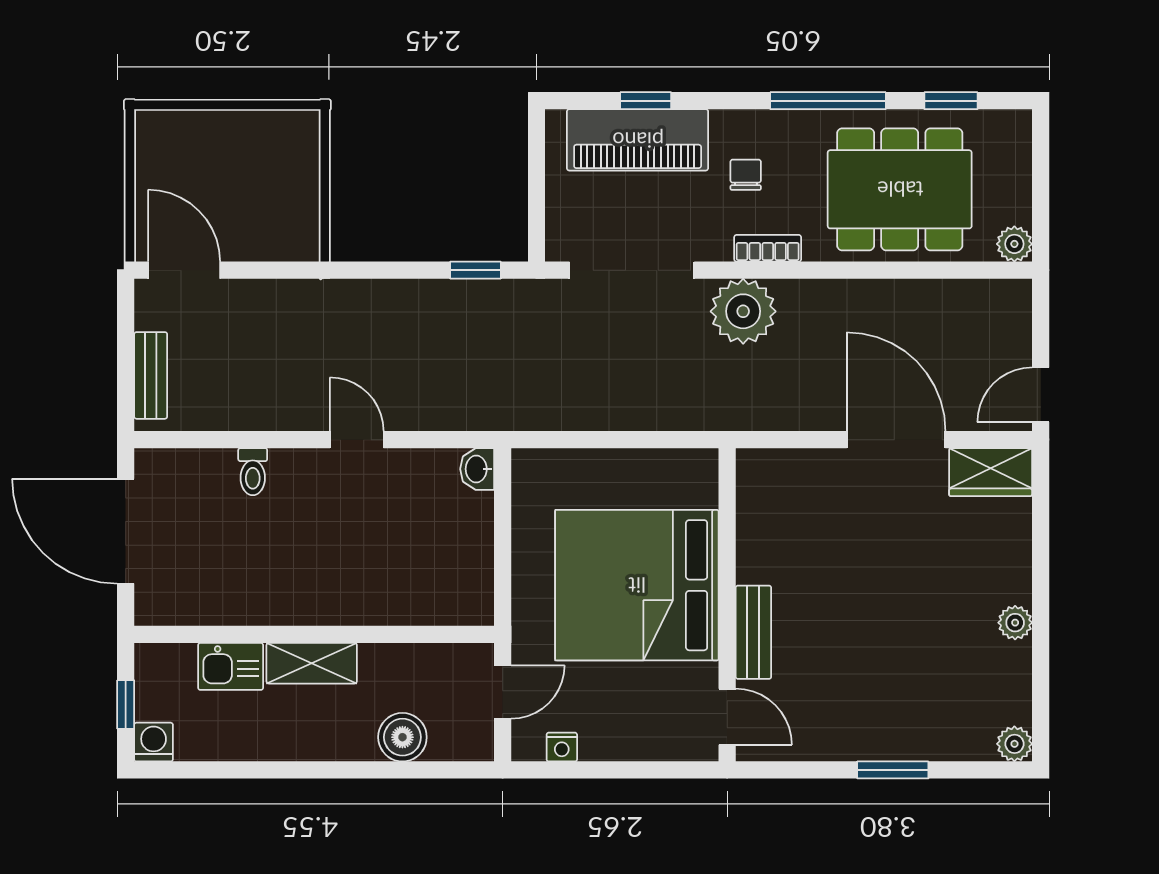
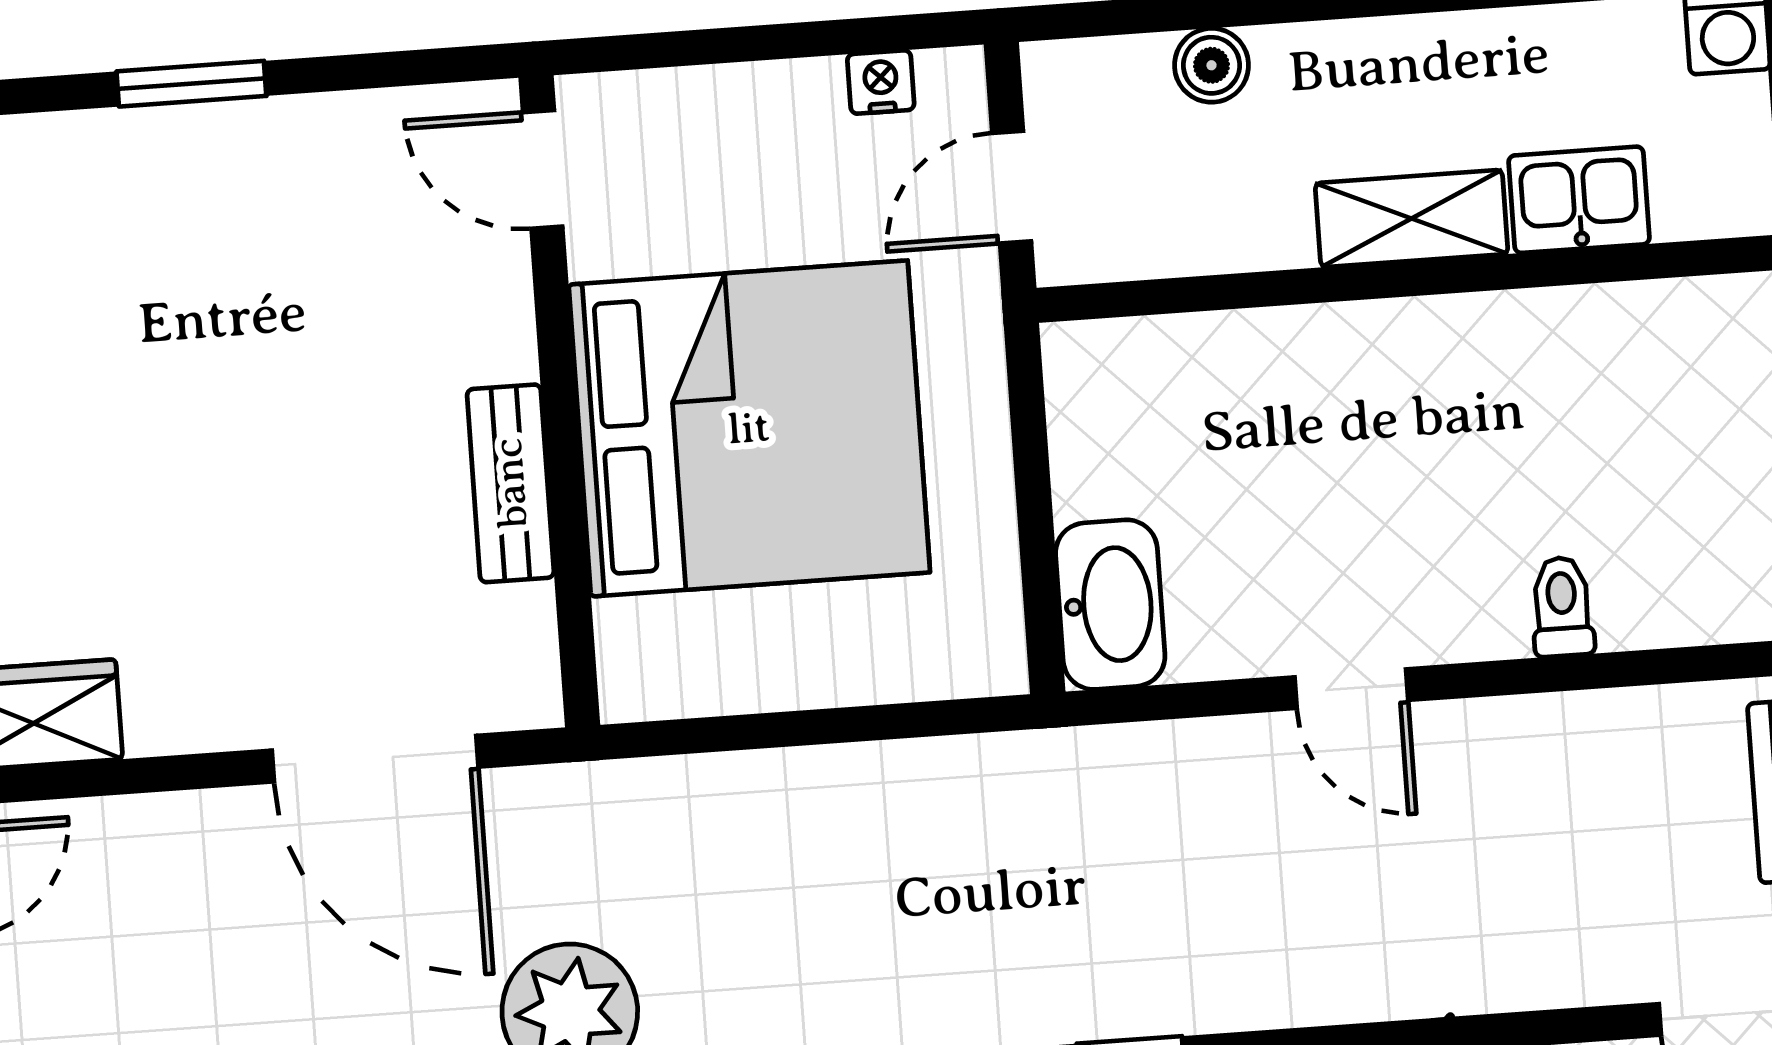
door: (896, 440) -> (375, 759), moved
washbasin: (477, 469) -> (1110, 605), width x1.91, depth x1.45
bench: (753, 632) -> (510, 483), moved
boiler: (402, 737) -> (1211, 65), width x0.73, depth x0.73

